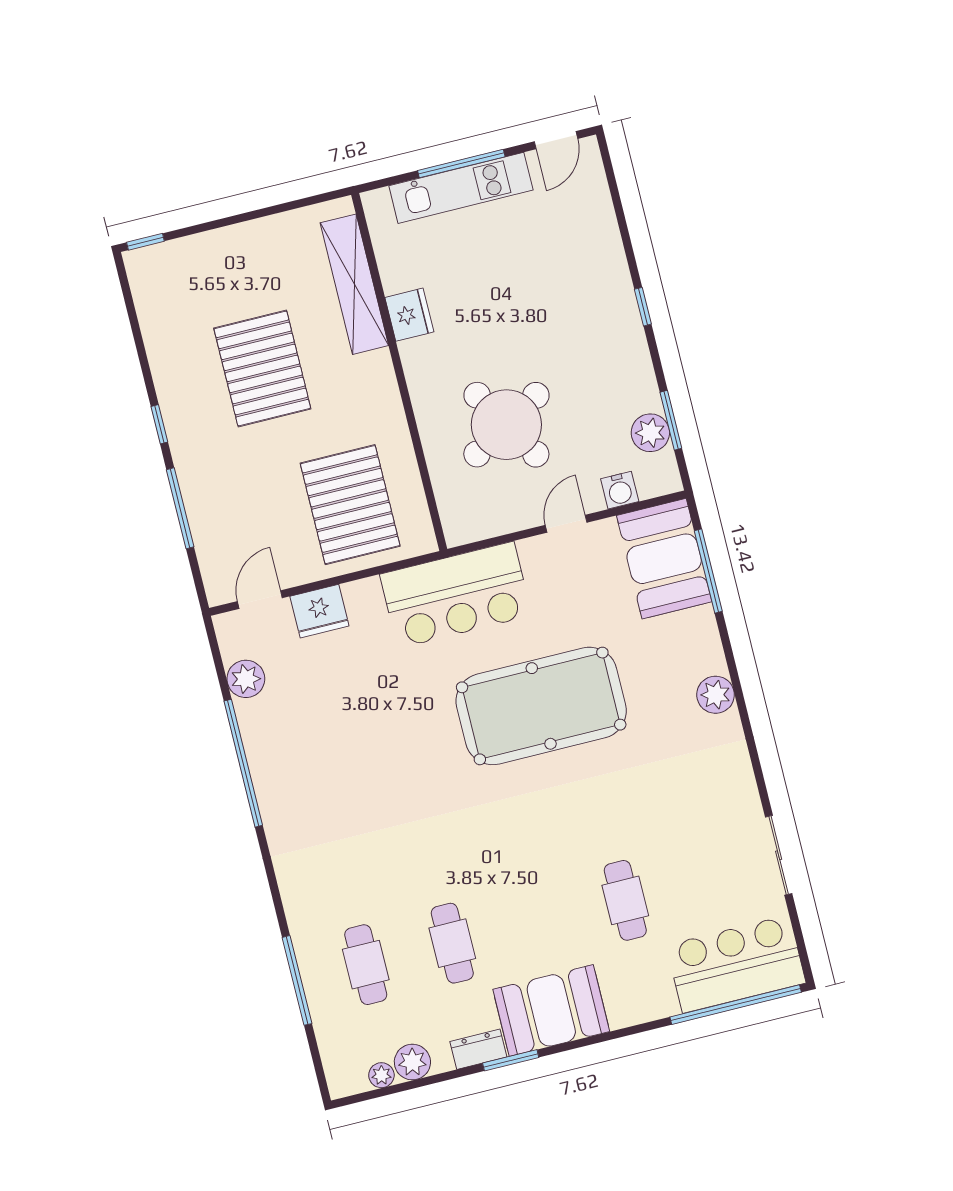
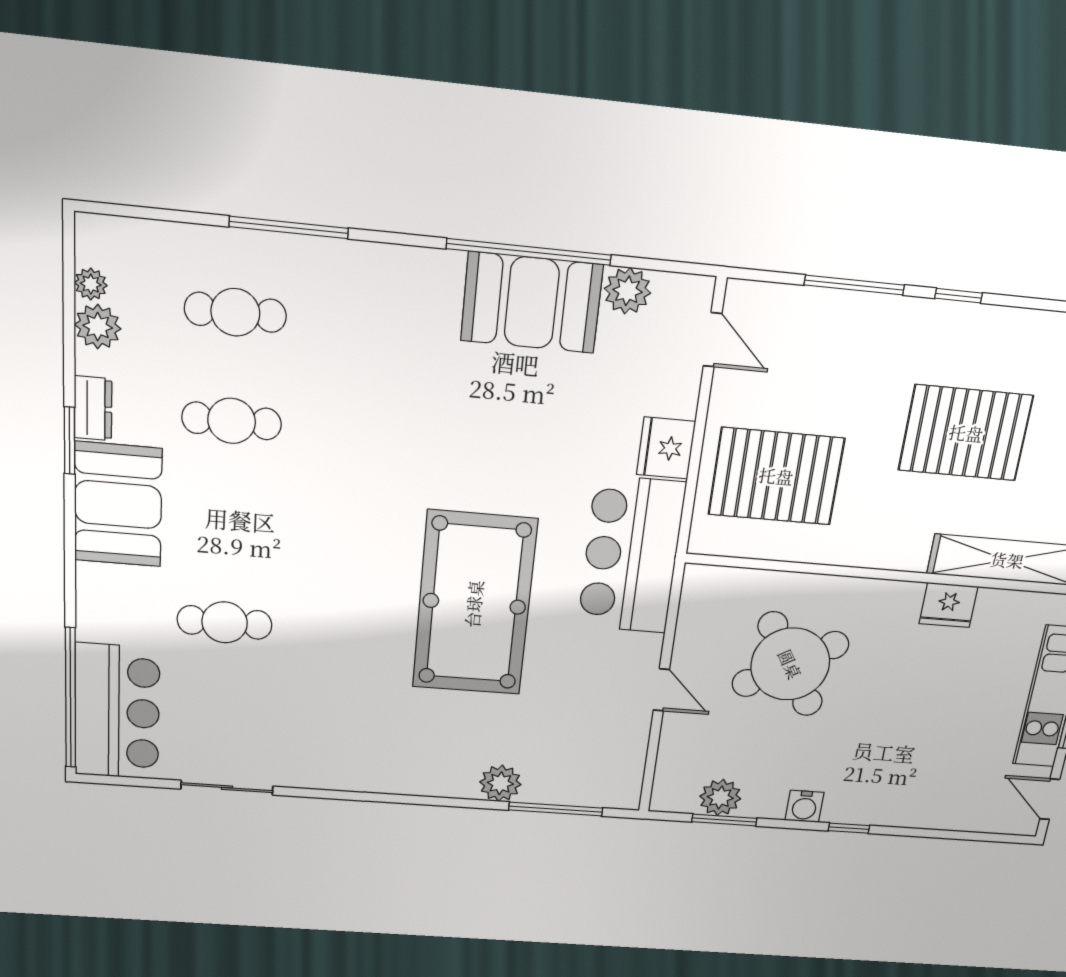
water cooler: (620, 490) -> (804, 806), moved, turned -90
booth: (664, 559) -> (532, 303), moved
fridge: (319, 611) -> (666, 448), moved
plant: (716, 695) -> (500, 783), moved
window: (297, 980) -> (289, 227), moved

